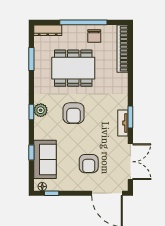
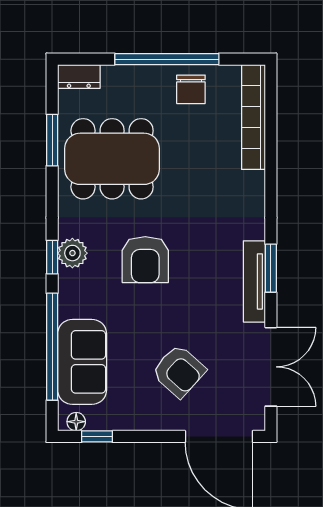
dresser: (48, 30) -> (79, 76), width x0.70
dining table: (73, 68) -> (112, 159), moved
tv unit: (123, 123) -> (254, 281), width x1.41
window: (31, 153) -> (52, 347), width x3.17
armchair: (89, 164) -> (179, 371), turned -48

